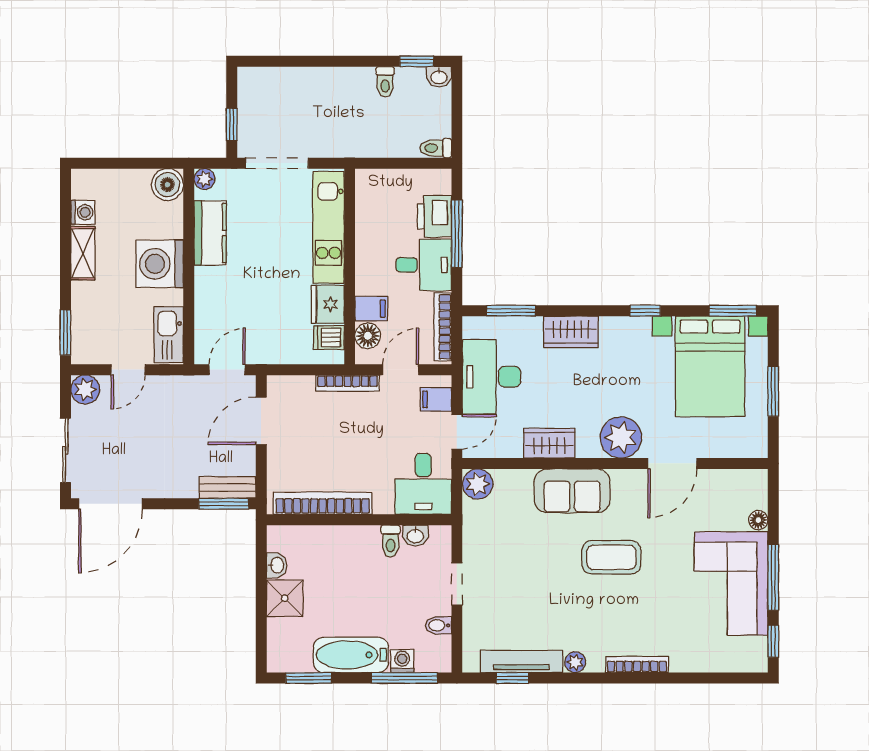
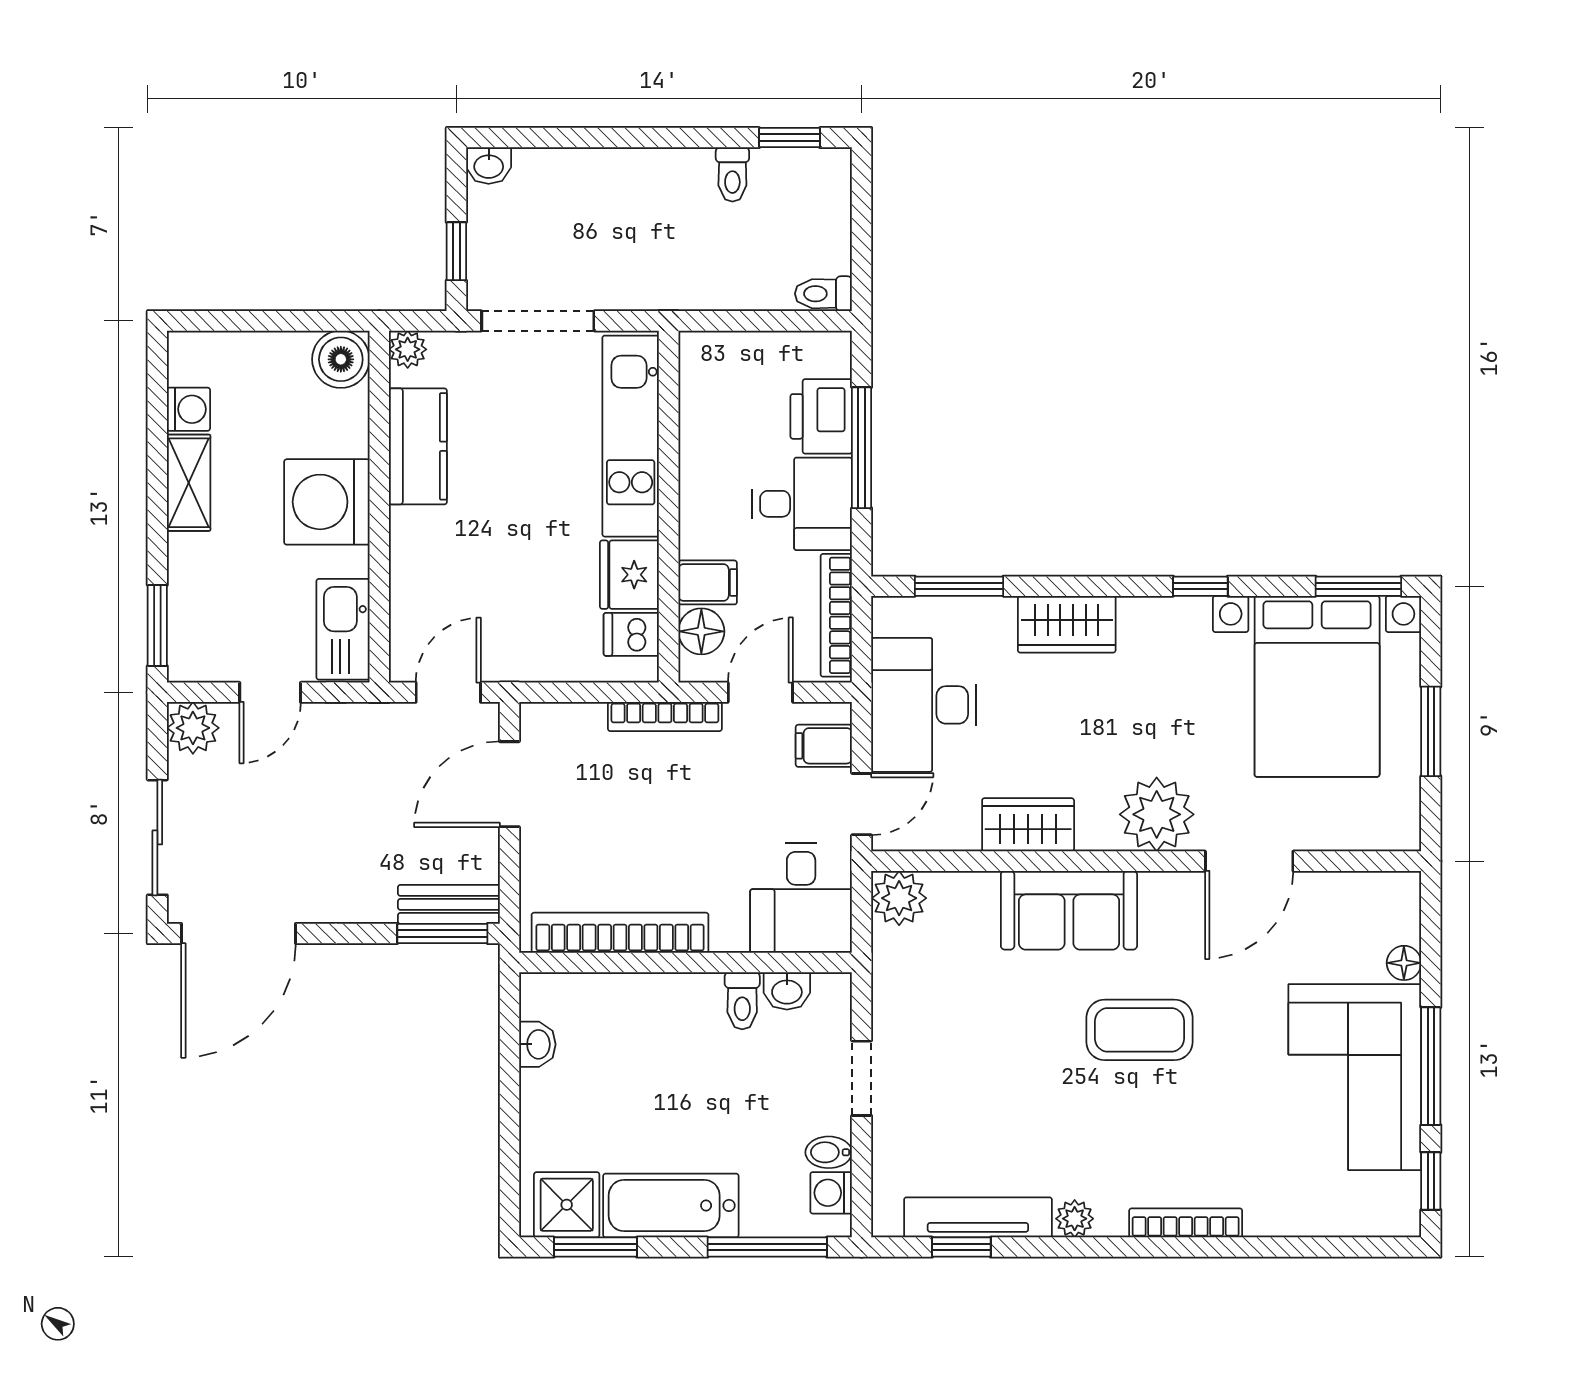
washbasin: (439, 77) -> (489, 165), moved
shower: (285, 598) -> (567, 1205), moved
washing machine: (402, 661) -> (831, 1193), moved, turned -90

